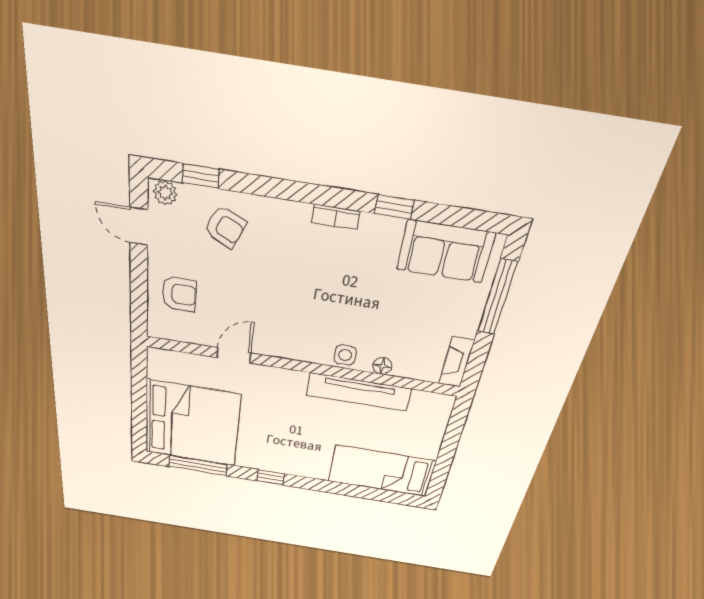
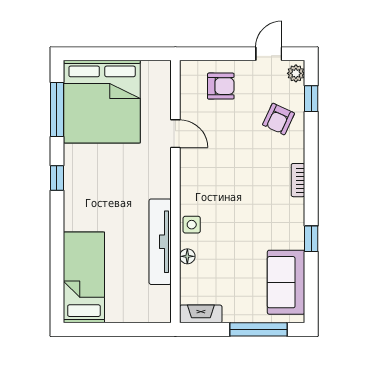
bookcase: (336, 217) -> (298, 180), moved
armchair: (179, 294) -> (221, 86), turned -90

